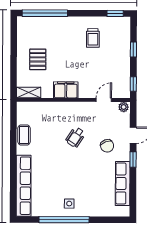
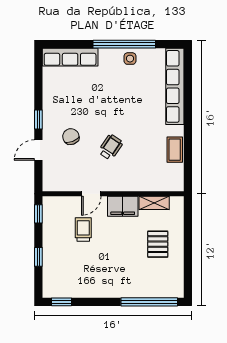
trolley: (93, 38) -> (83, 230), moved
shelving: (29, 92) -> (154, 203), moved
door: (104, 100) -> (91, 194), moved
plant: (124, 107) -> (51, 185), removed
row of seats: (123, 183) -> (70, 57), moved, turned 90
side table: (69, 204) -> (130, 59), moved

